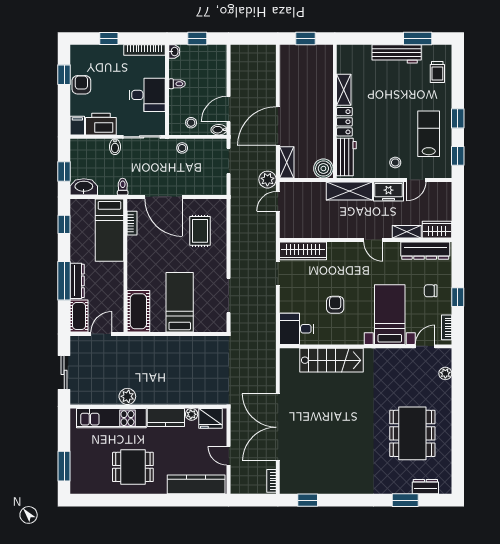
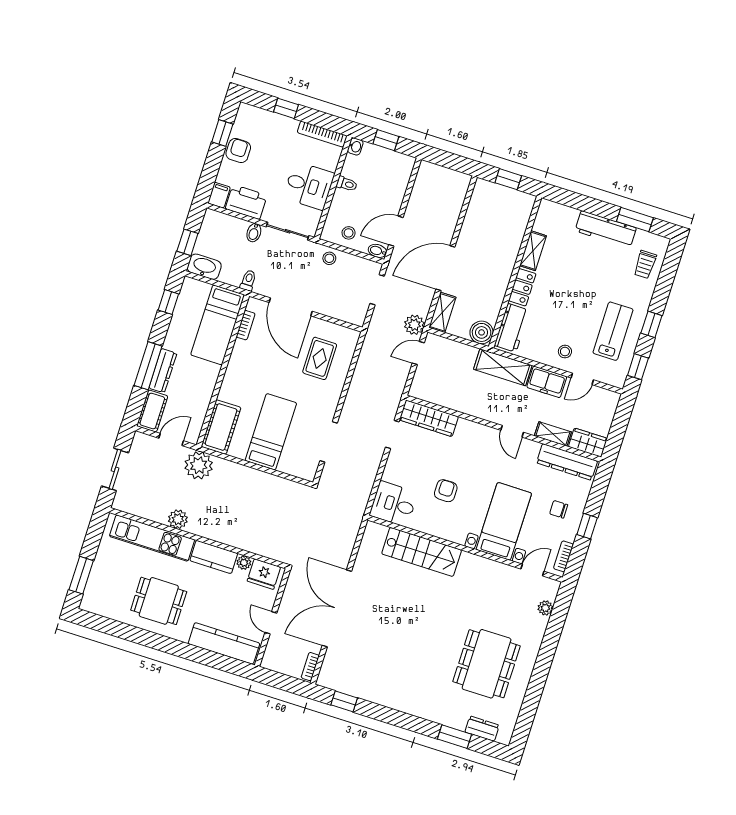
plant: (130, 348) -> (199, 465), added

